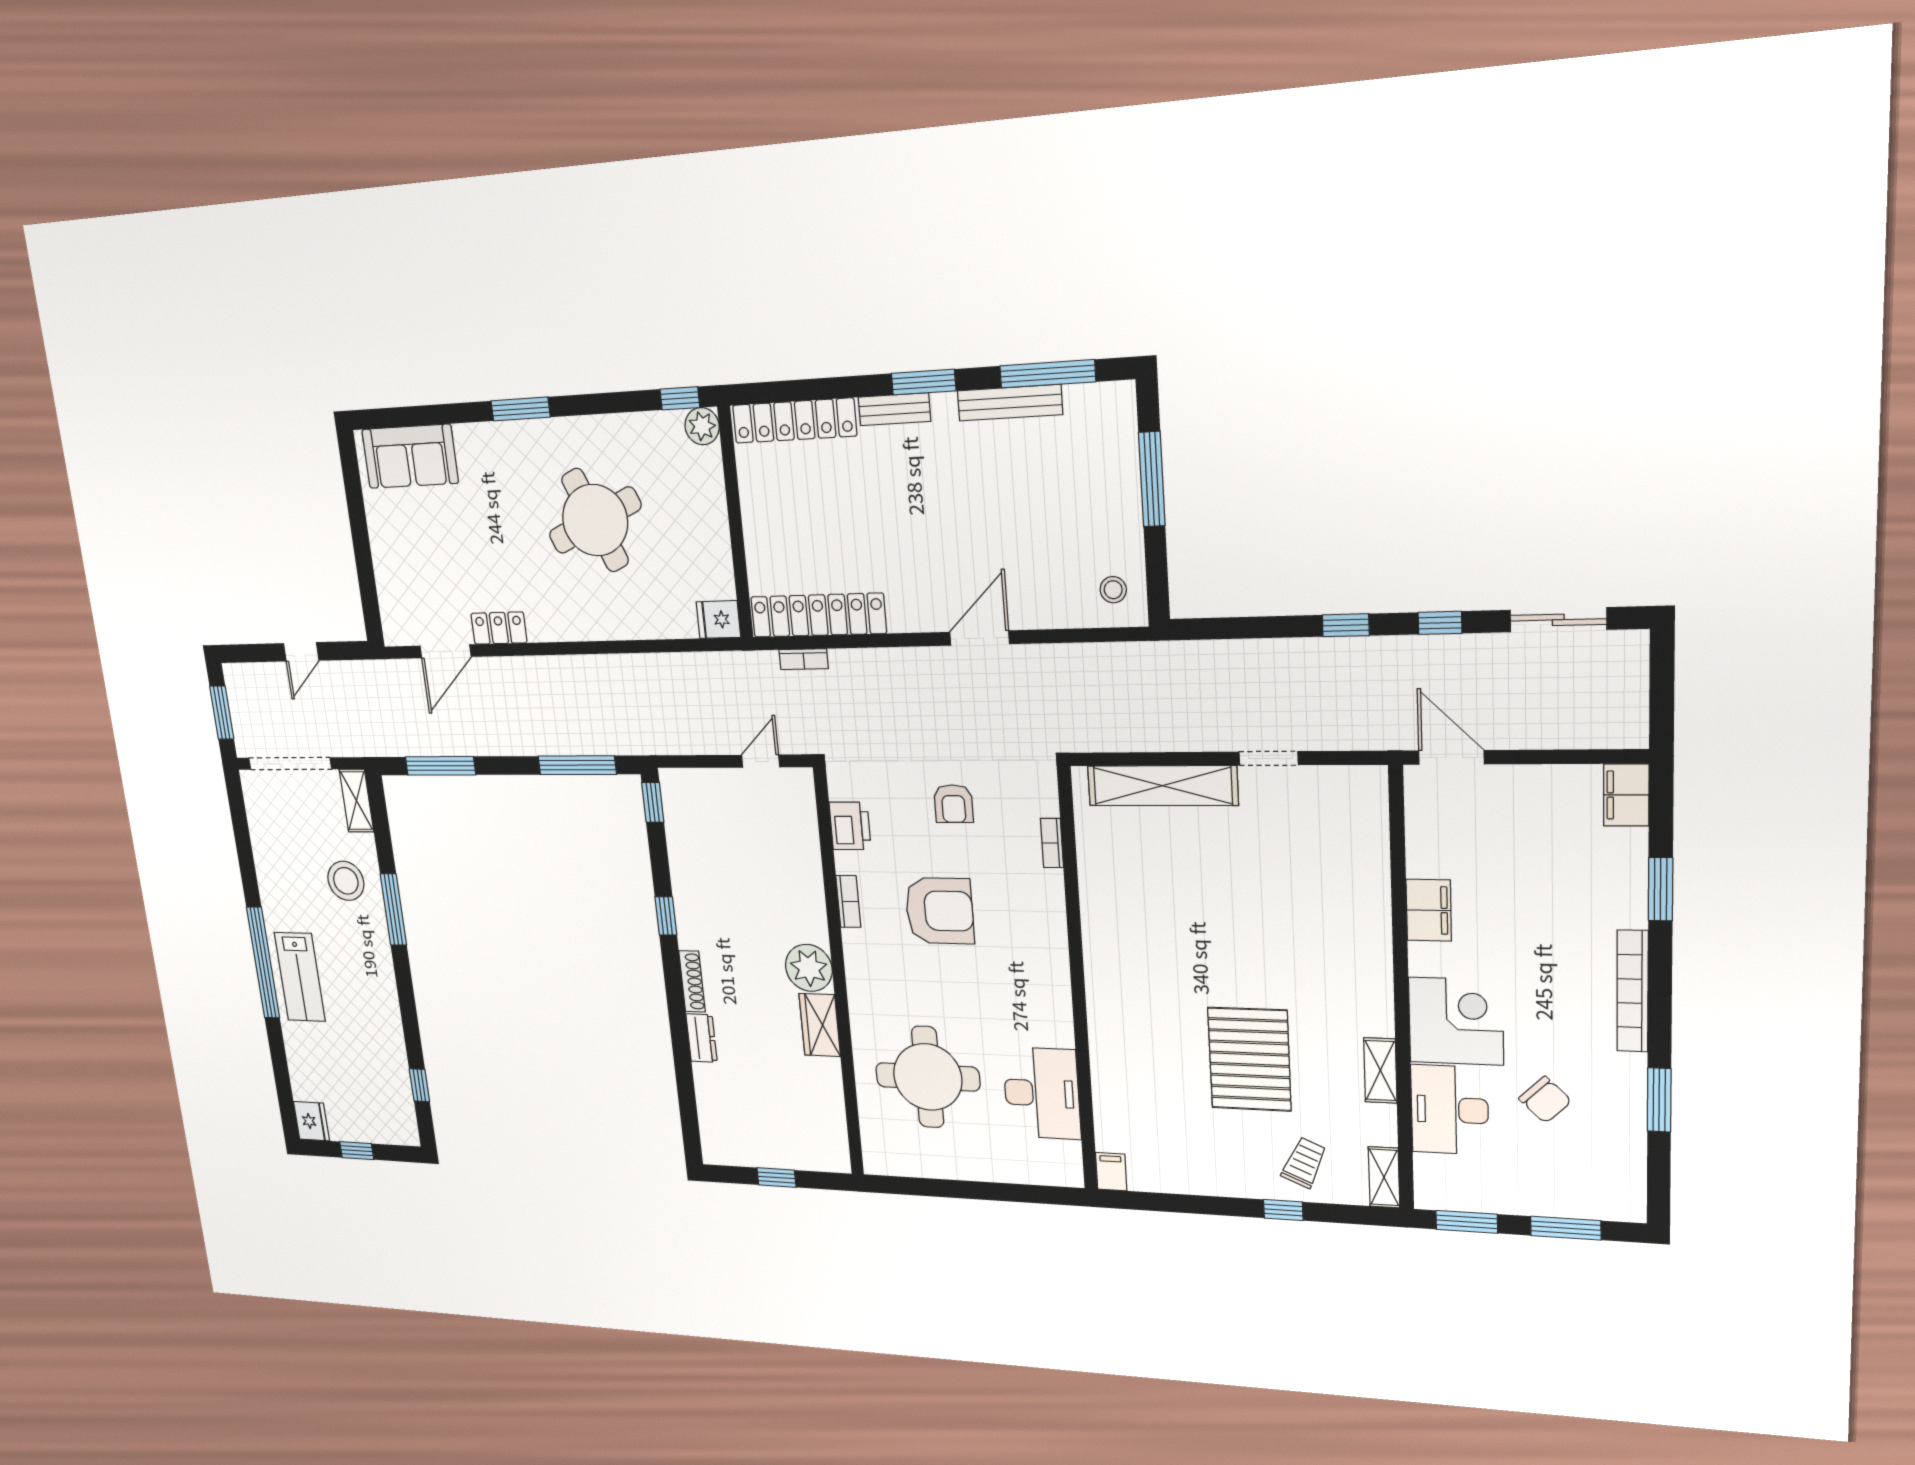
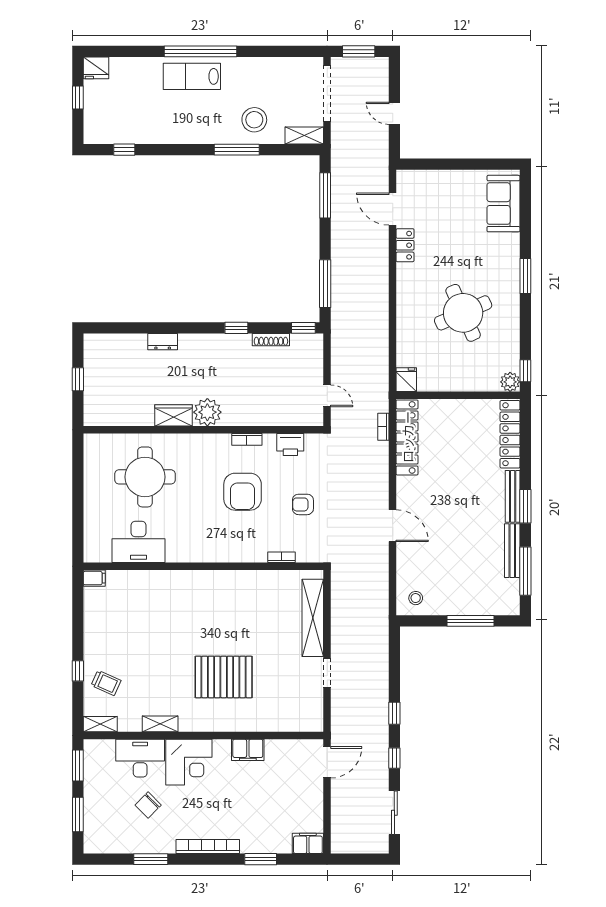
bench: (894, 409) -> (513, 496), width x1.36
shoe rack: (692, 981) -> (271, 340), moved
pallet: (1249, 1059) -> (224, 677), moved

